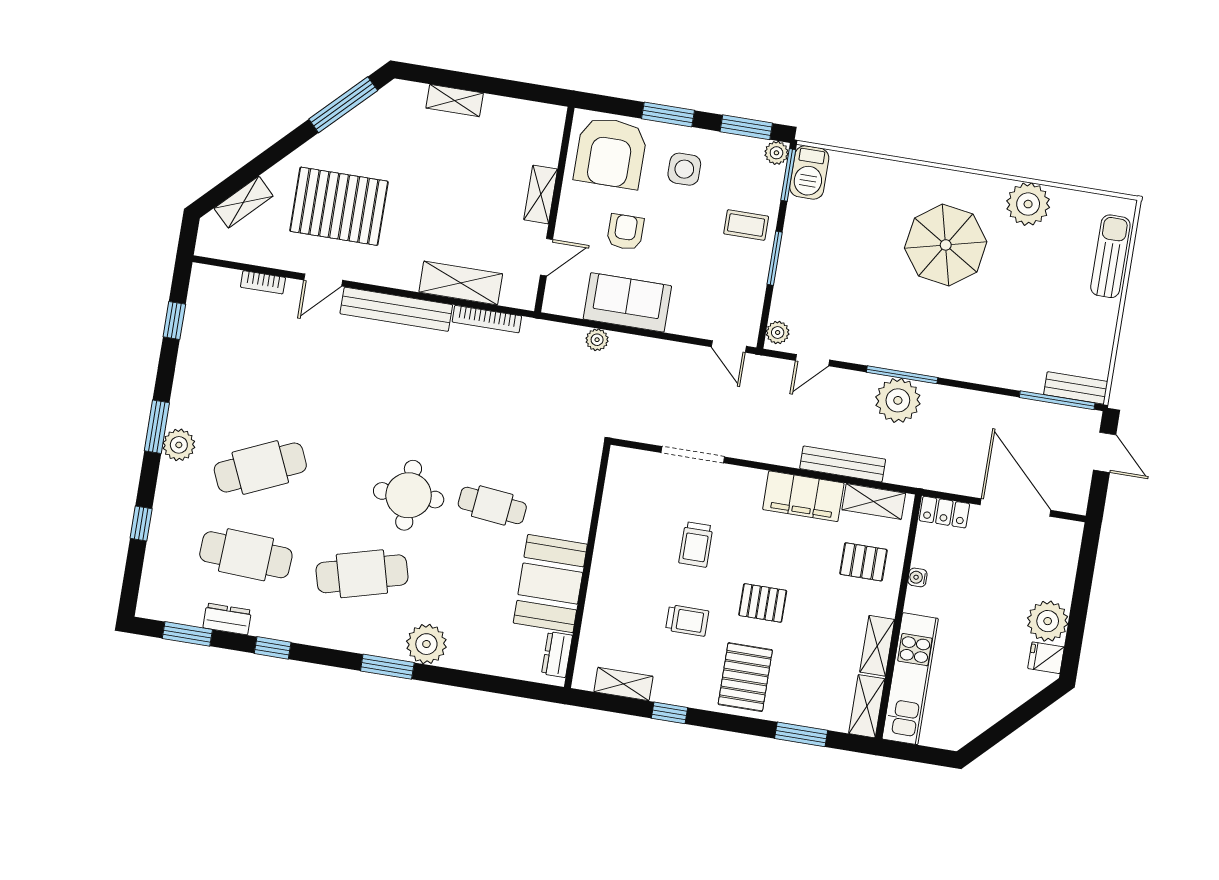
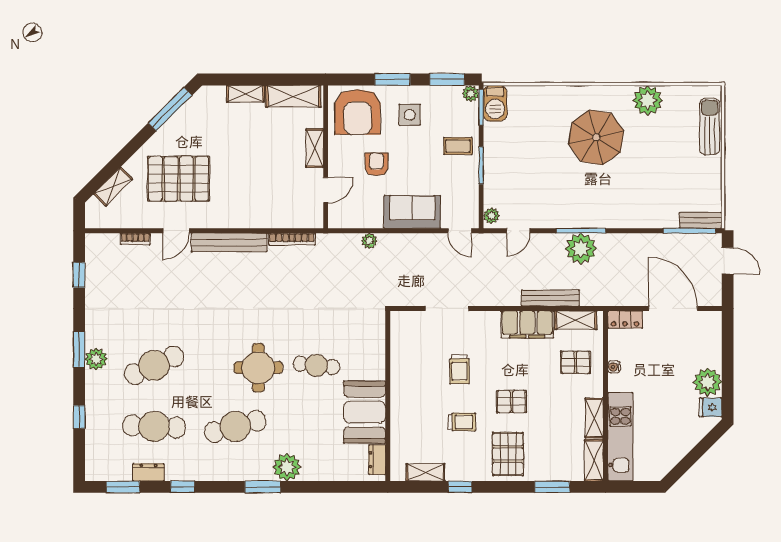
shelving: (461, 283) -> (293, 96), moved
sofa: (627, 302) -> (412, 212), moved

